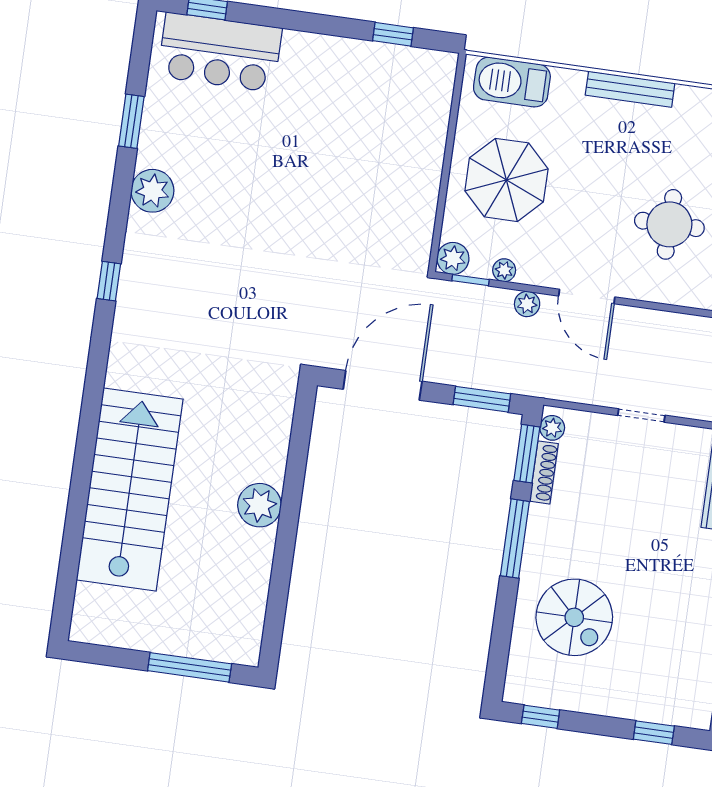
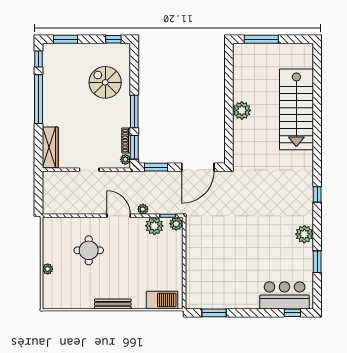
window: (393, 34) -> (214, 313), width x1.50
parasol: (506, 180) -> (159, 259), removed
plant: (504, 270) -> (154, 226), width x1.87, depth x1.87
window: (654, 733) -> (66, 39), width x1.50

